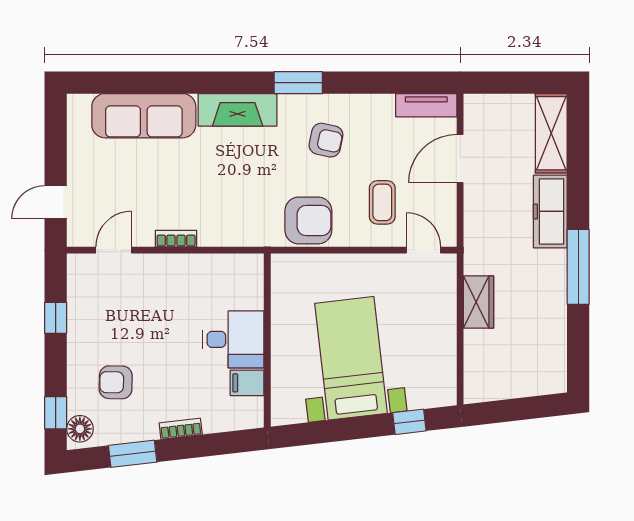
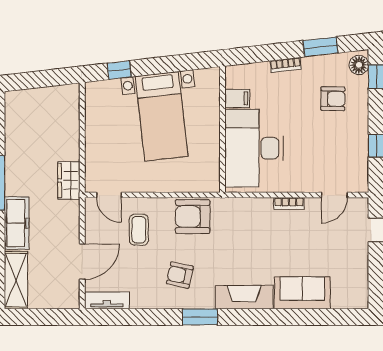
sofa: (144, 116) -> (302, 293), width x0.73
wardrobe: (479, 302) -> (69, 180), moved
desk: (233, 339) -> (254, 148), width x1.87, depth x1.30

